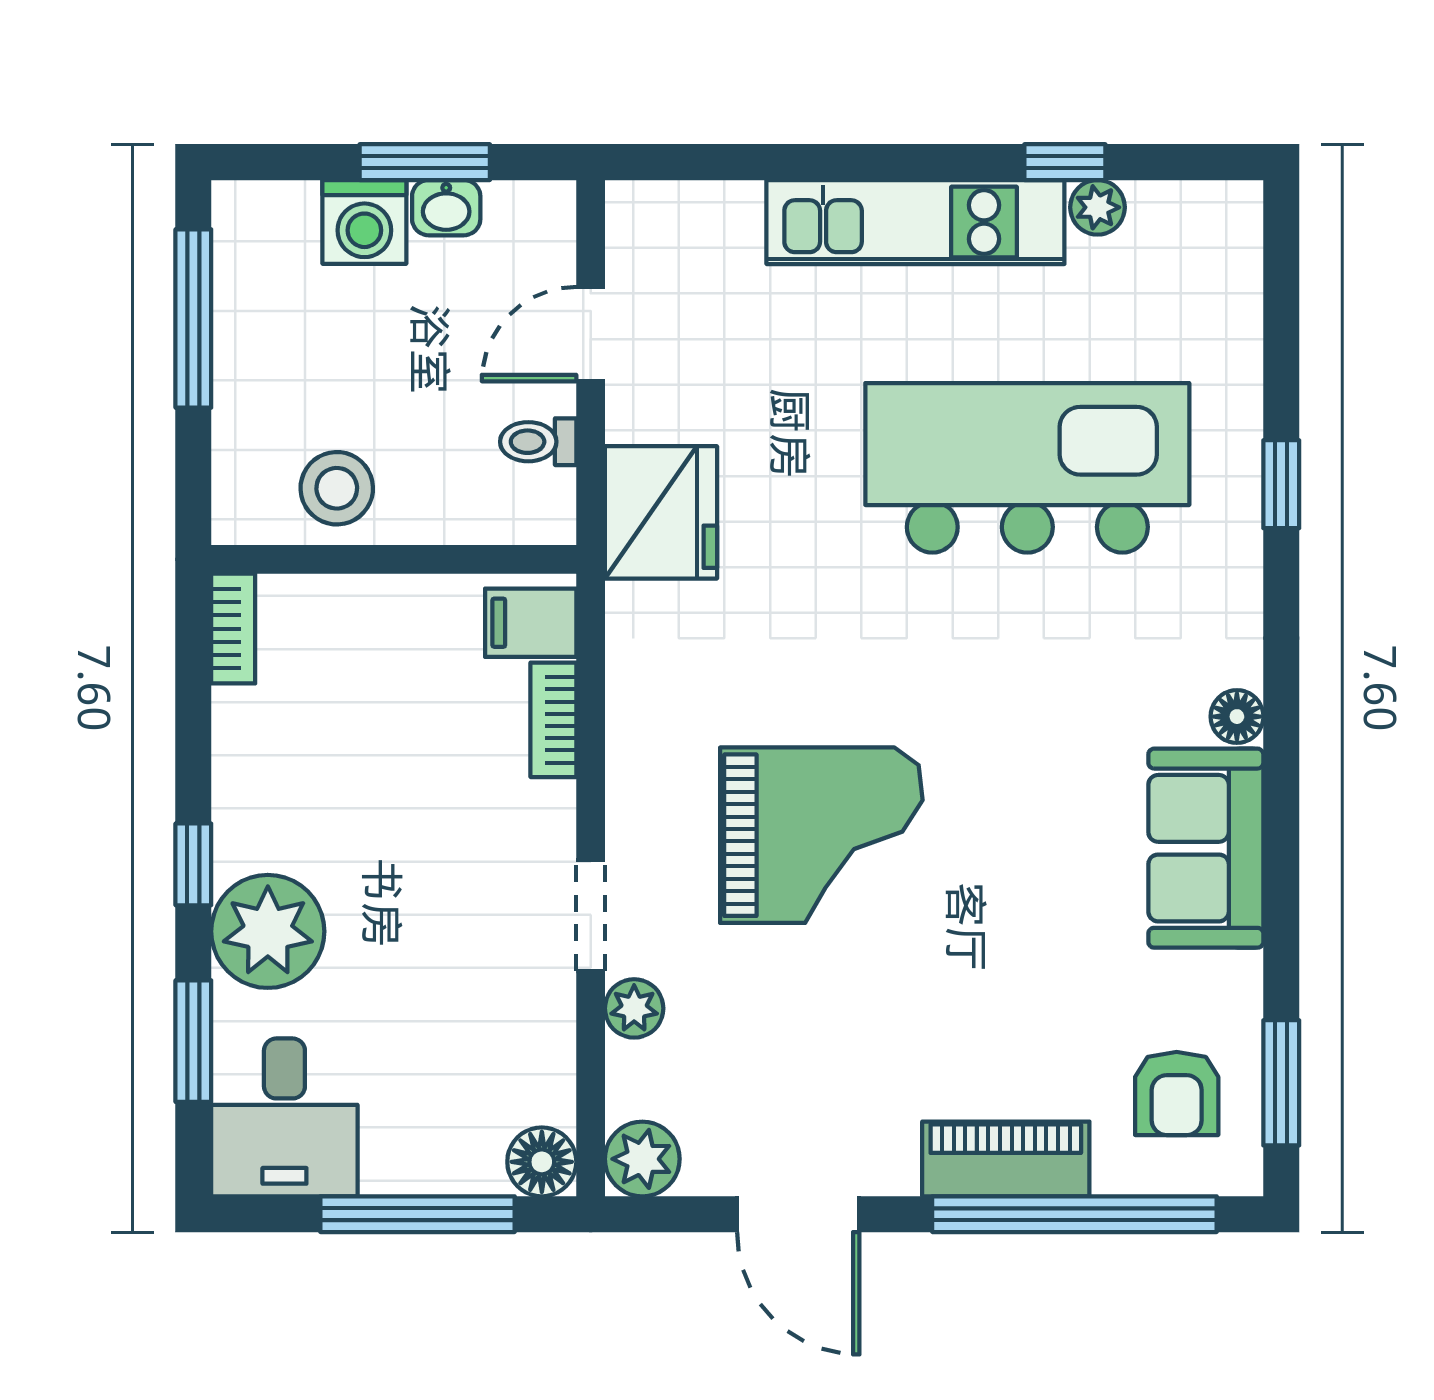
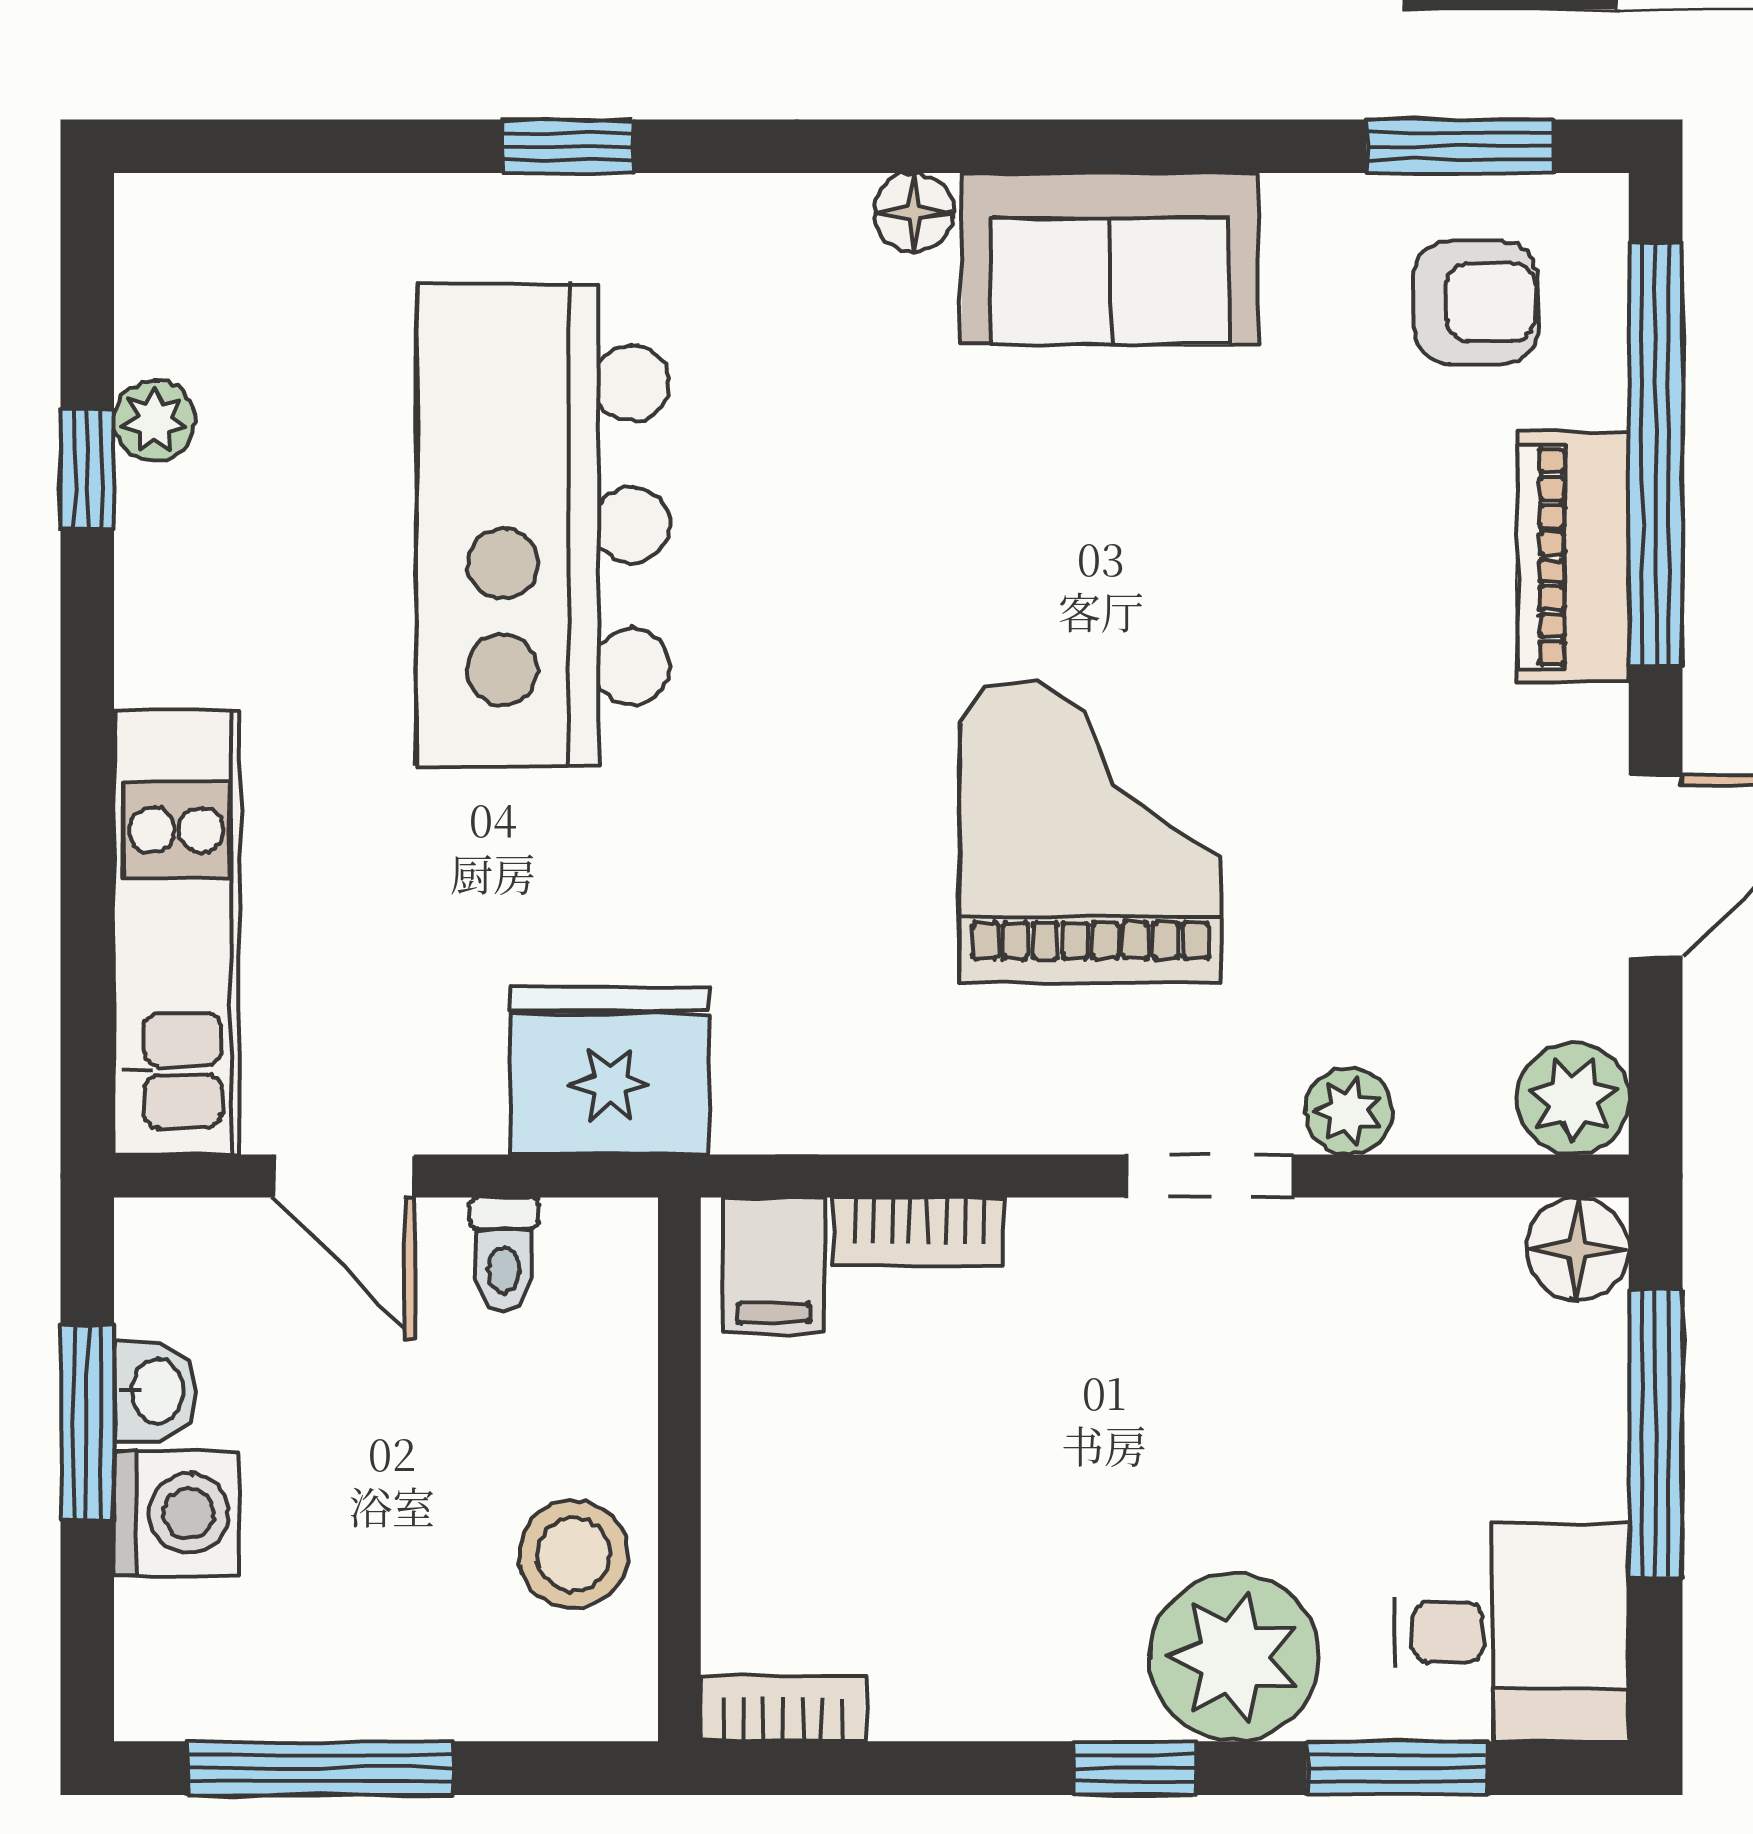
kitchen unit: (915, 222) -> (176, 932), moved

